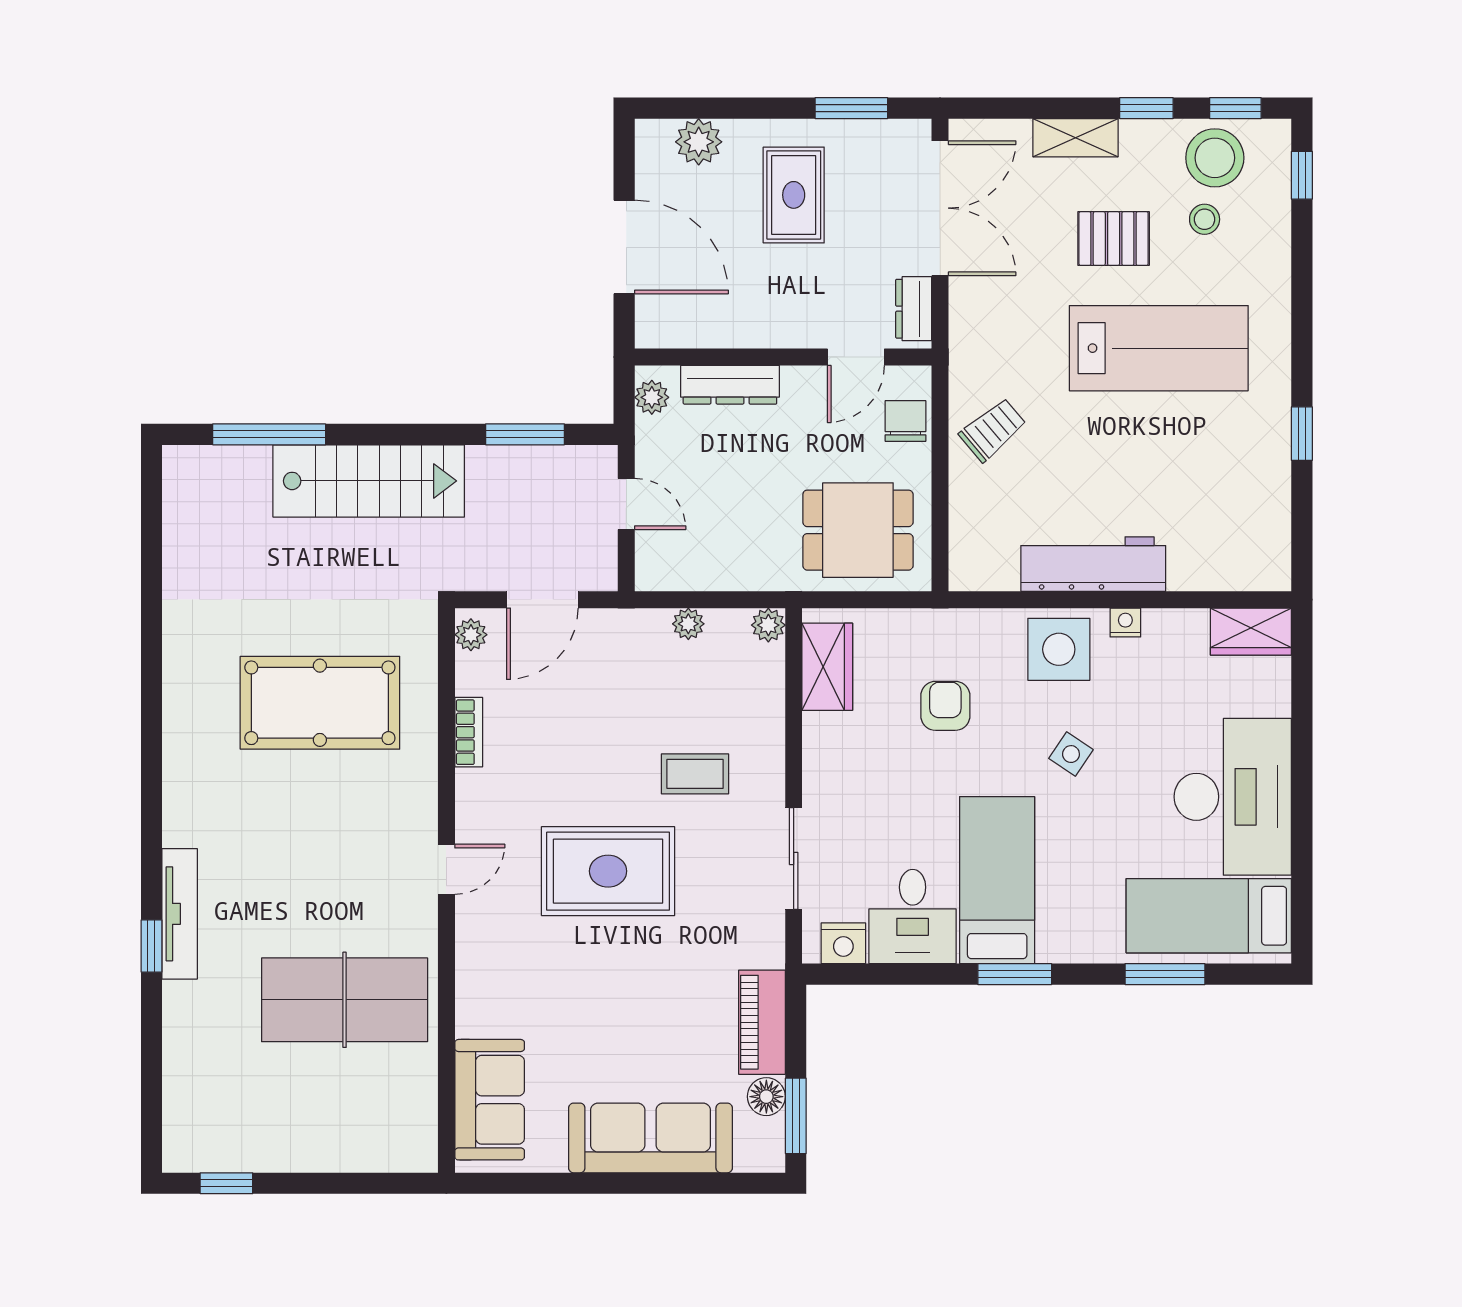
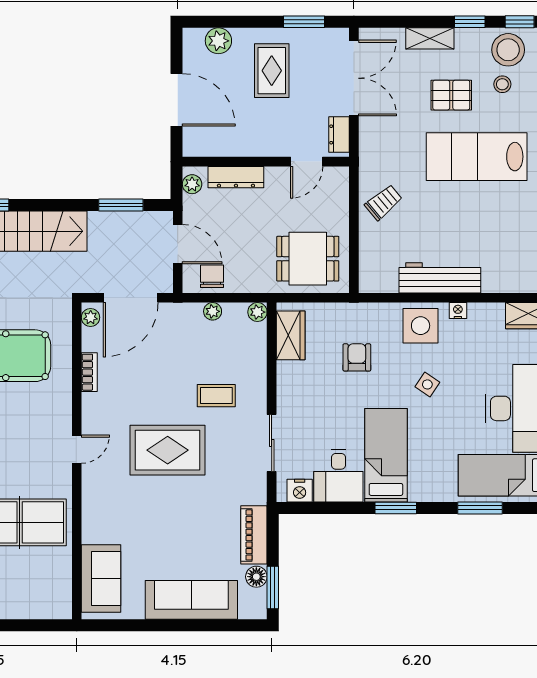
lab bench: (1159, 348) -> (477, 157), turned 180
chair: (905, 421) -> (212, 276), moved
door: (626, 504) -> (178, 244), width x1.38
door: (542, 600) -> (131, 298), width x1.36

